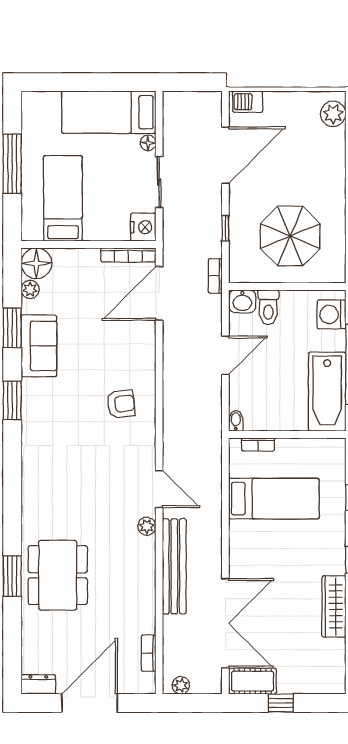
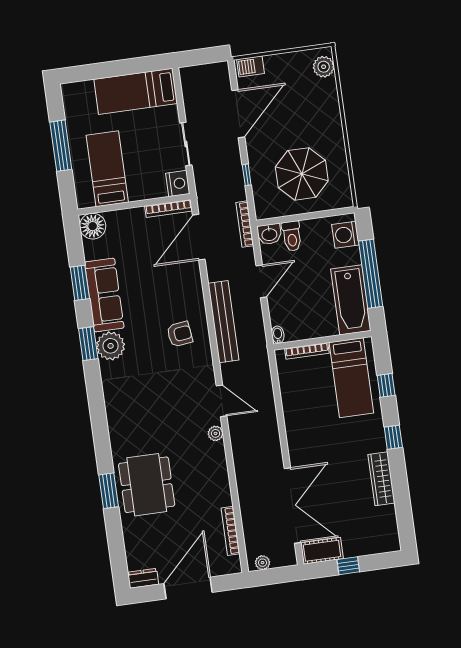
floor lamp: (148, 143) -> (172, 112), removed
bookcase: (215, 276) -> (245, 224), width x1.56
plant: (30, 289) -> (111, 346), moved, width x1.87, depth x1.87
sofa: (39, 346) -> (104, 295), width x1.36
bookcase: (258, 444) -> (307, 351), width x1.56
bed: (274, 499) -> (351, 378), moved, turned 90
bench: (174, 566) -> (223, 322), moved
bookcase: (149, 653) -> (231, 531), width x1.56

